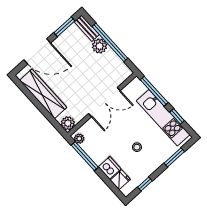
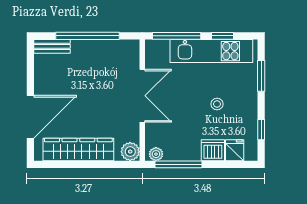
window: (64, 27) -> (30, 67), removed
plant: (100, 46) -> (82, 50), removed

